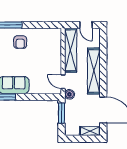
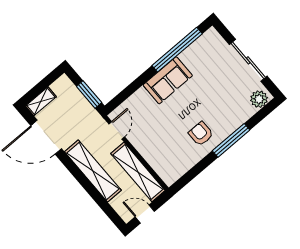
door: (63, 82) -> (117, 130), hinge flipped
boiler: (69, 94) -> (98, 123), removed

